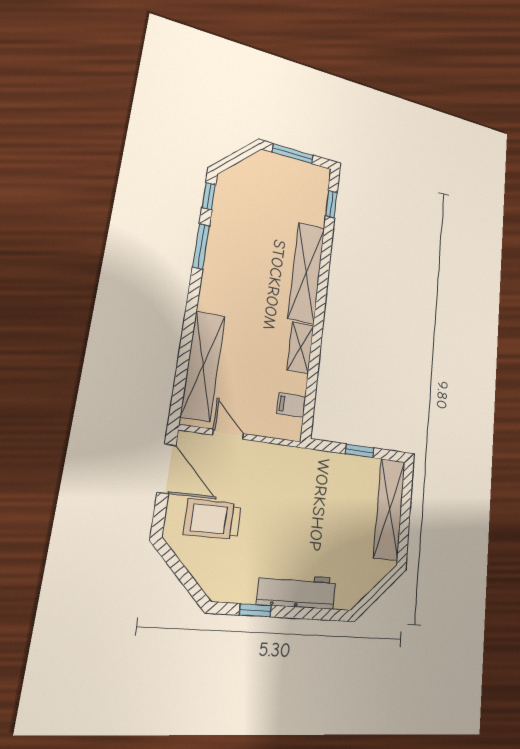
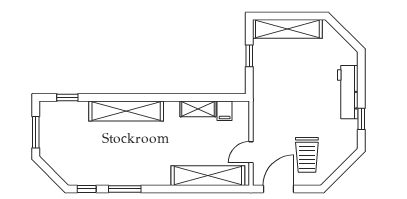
shelving: (301, 348) -> (198, 109), moved

